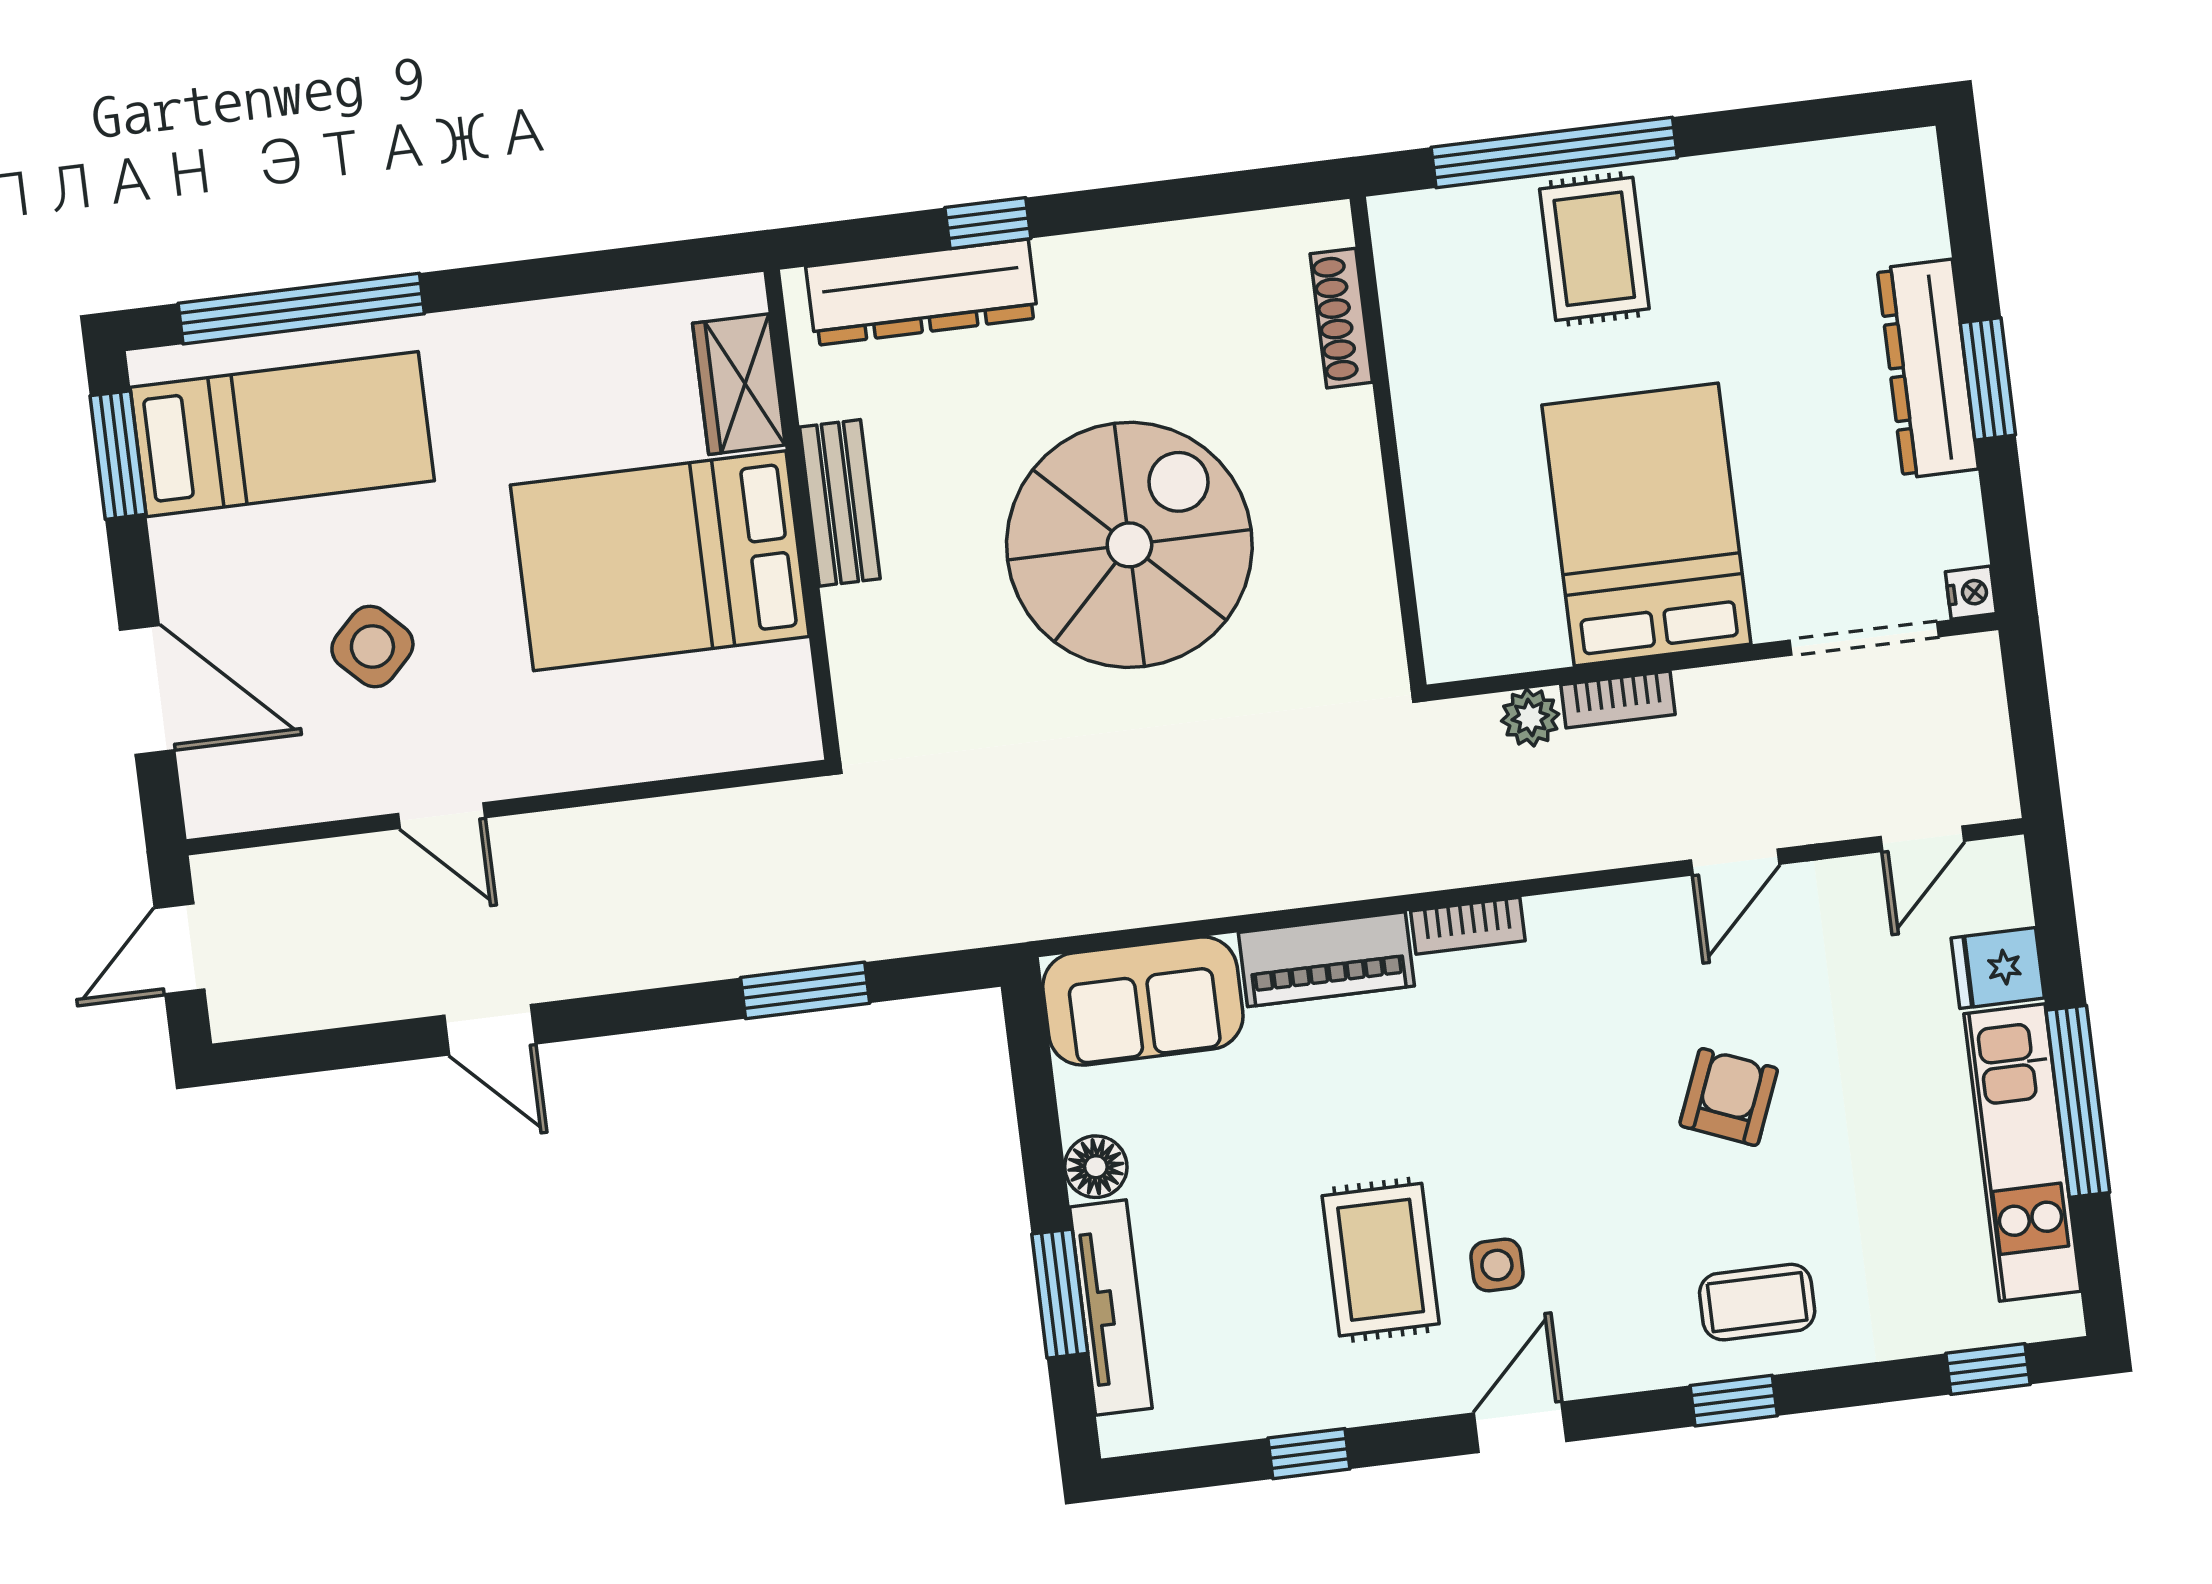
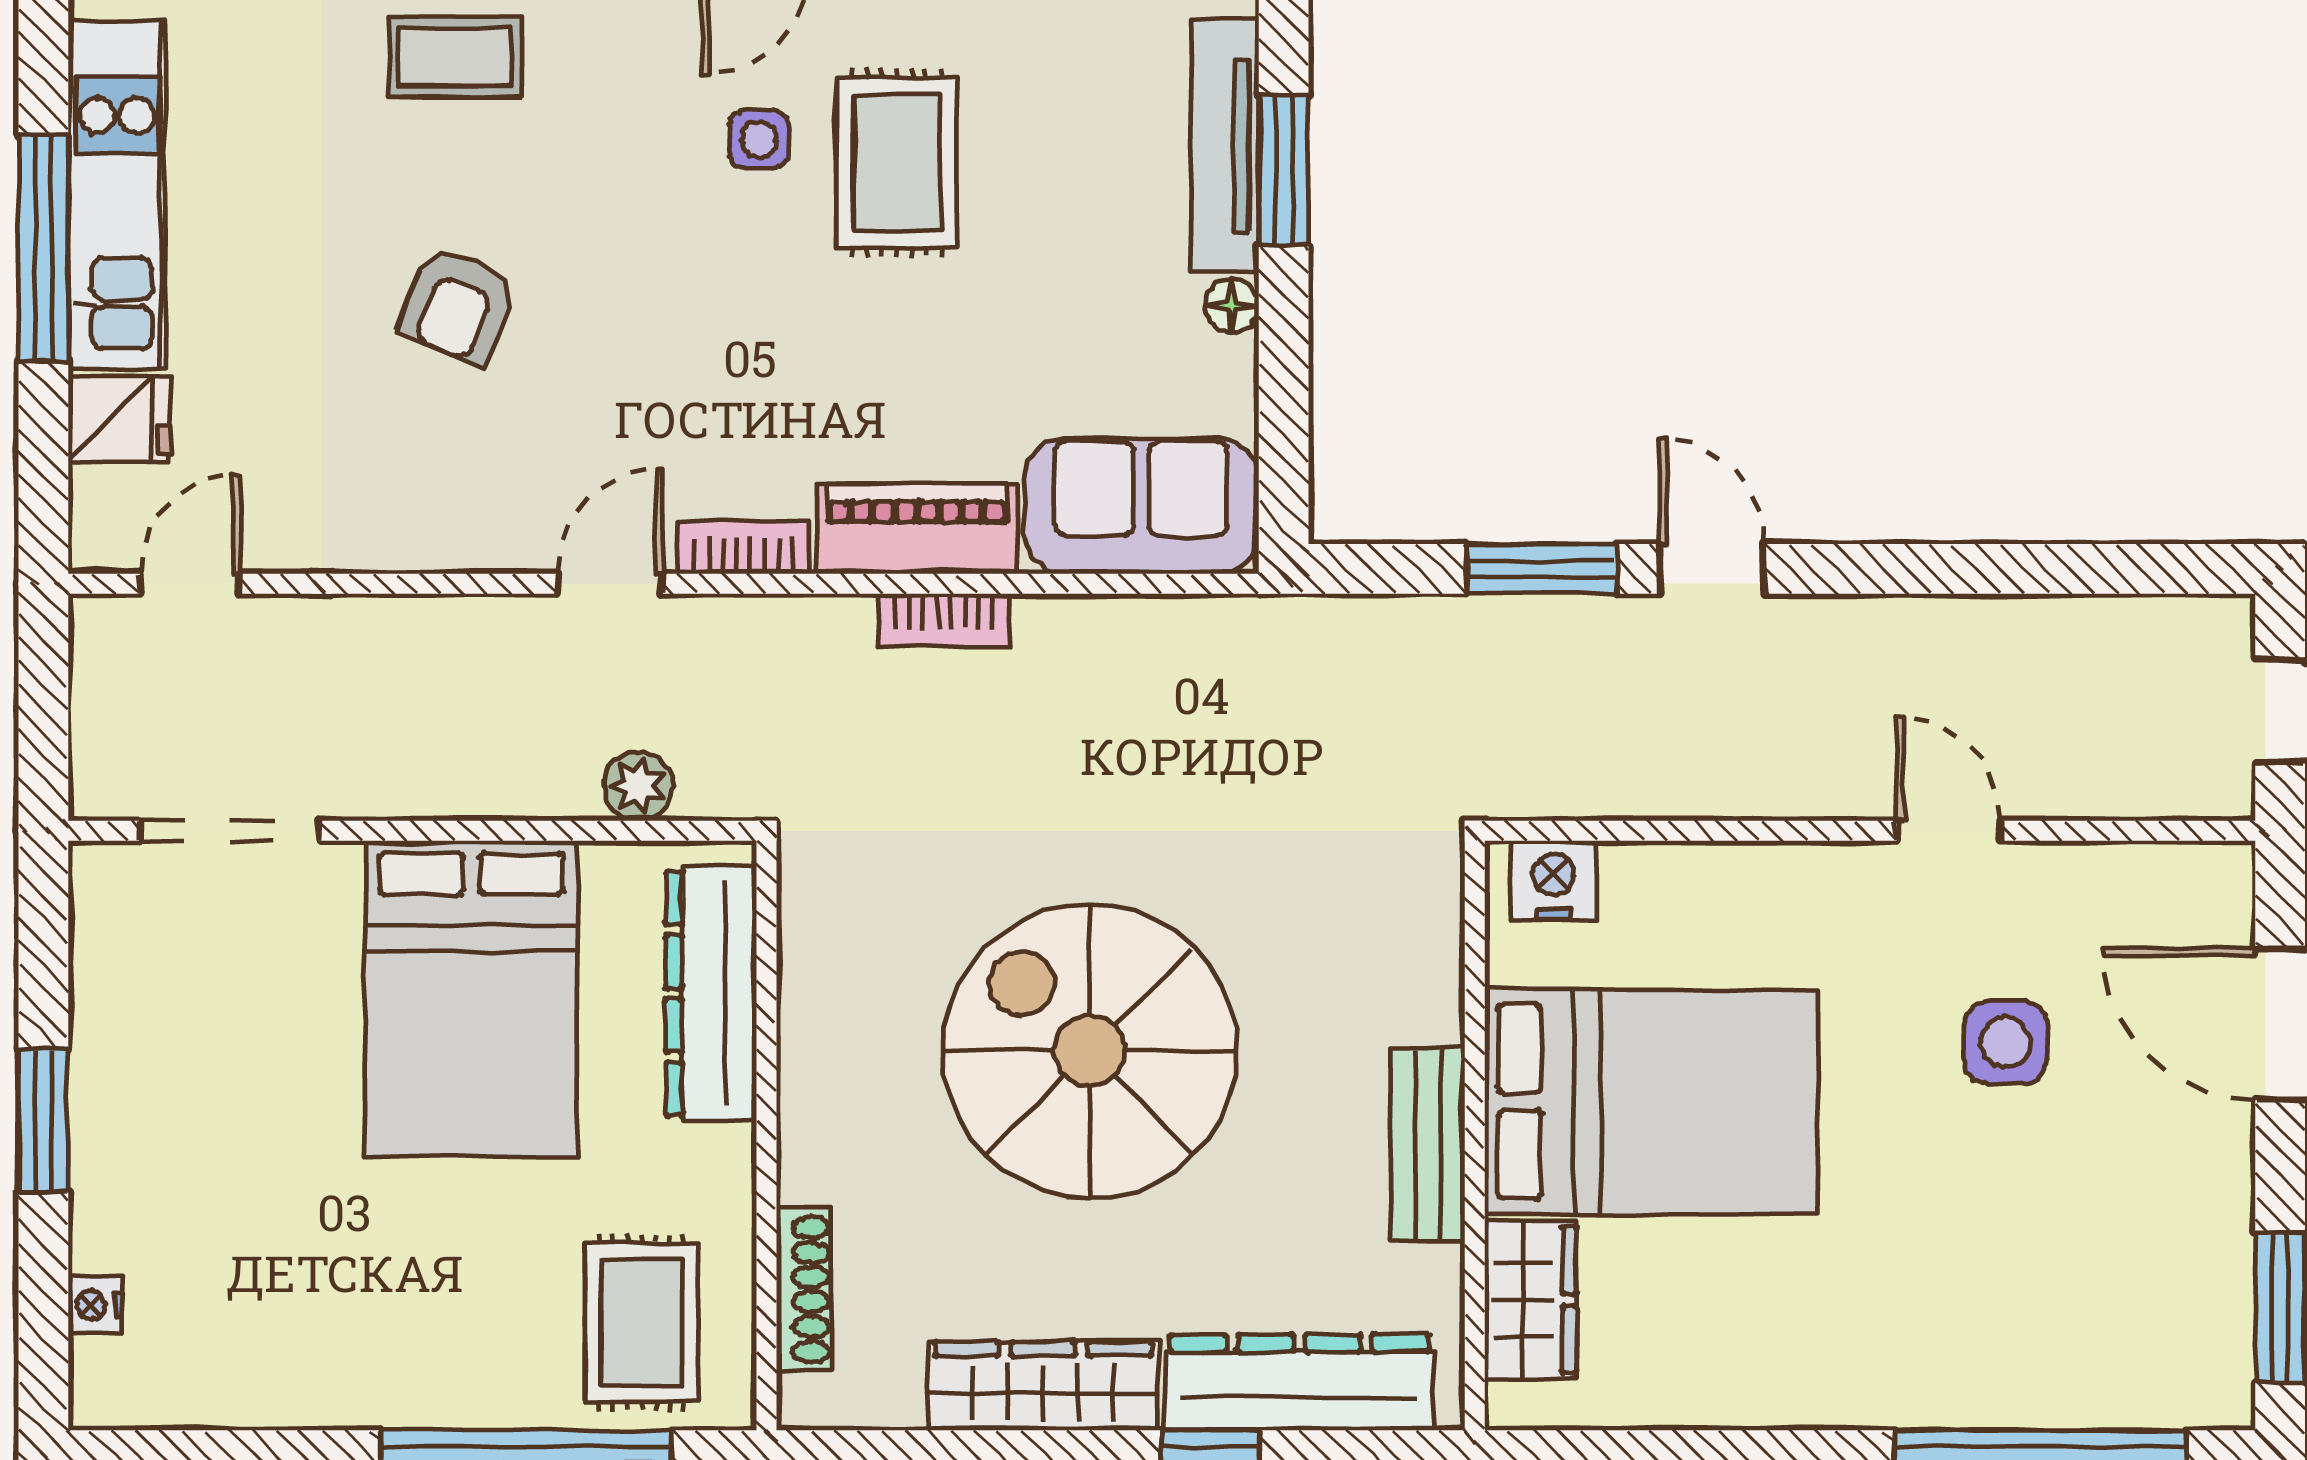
rug: (1594, 249) -> (641, 1323), moved
wardrobe: (1133, 263) -> (1043, 1386), added
dresser: (1928, 369) -> (711, 993), moved, turned 180
bed: (282, 434) -> (2081, 1308), removed
spiral stairs: (1129, 545) -> (1090, 1051), turned 90
nightstand: (1971, 593) -> (95, 1305), moved
side table: (372, 646) -> (2006, 1042), turned 45
bookcase: (1618, 700) -> (943, 620), moved, turned 180
nightstand: (763, 734) -> (1553, 880), added
door: (1735, 862) -> (610, 584), moved
door: (490, 1030) -> (1712, 569), moved
floor lamp: (1096, 1167) -> (1232, 306), width x0.73, depth x0.73

